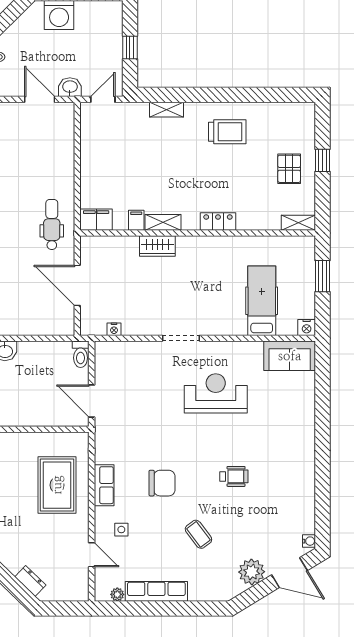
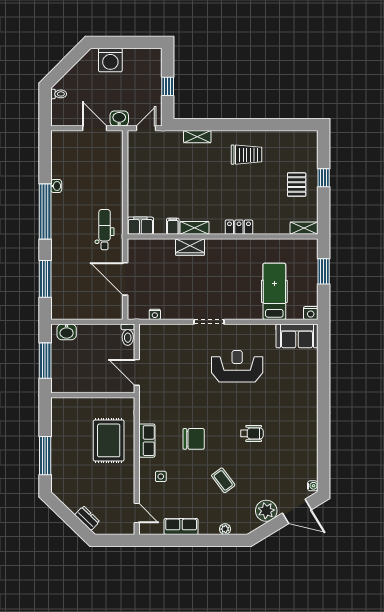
door: (92, 555) -> (137, 513), moved
row of seats: (156, 591) -> (181, 526), width x0.68
plant: (117, 594) -> (225, 529), moved

